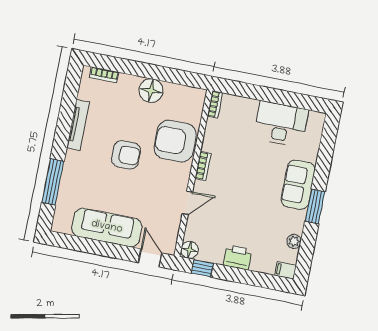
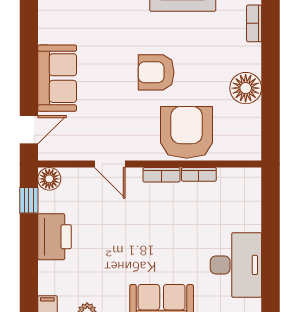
bookcase: (215, 104) -> (199, 174), moved
armchair: (126, 155) -> (156, 72), turned 90
sofa: (107, 227) -> (57, 78), width x0.73
printer: (238, 257) -> (55, 237), width x1.37, depth x1.19

